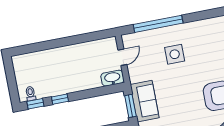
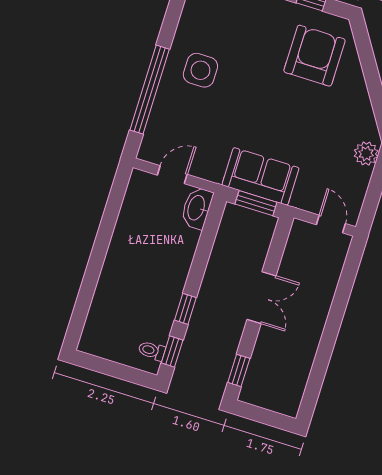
side table: (175, 54) -> (200, 70), moved
door: (122, 57) -> (172, 175), hinge flipped

